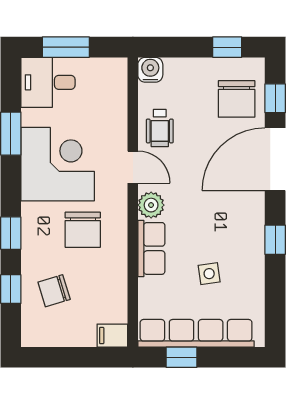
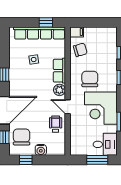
water cooler: (150, 70) -> (41, 150), moved
chair: (54, 291) -> (80, 50), moved

